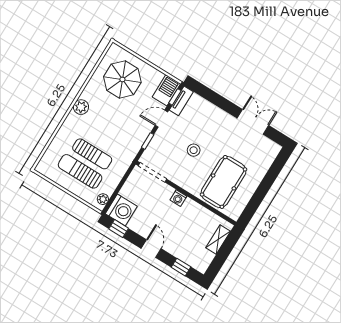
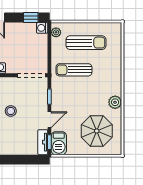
plant: (81, 107) -> (115, 102), moved
sun lounger: (92, 154) -> (74, 70), moved
washing machine: (121, 210) -> (42, 28), width x0.53, depth x0.53

